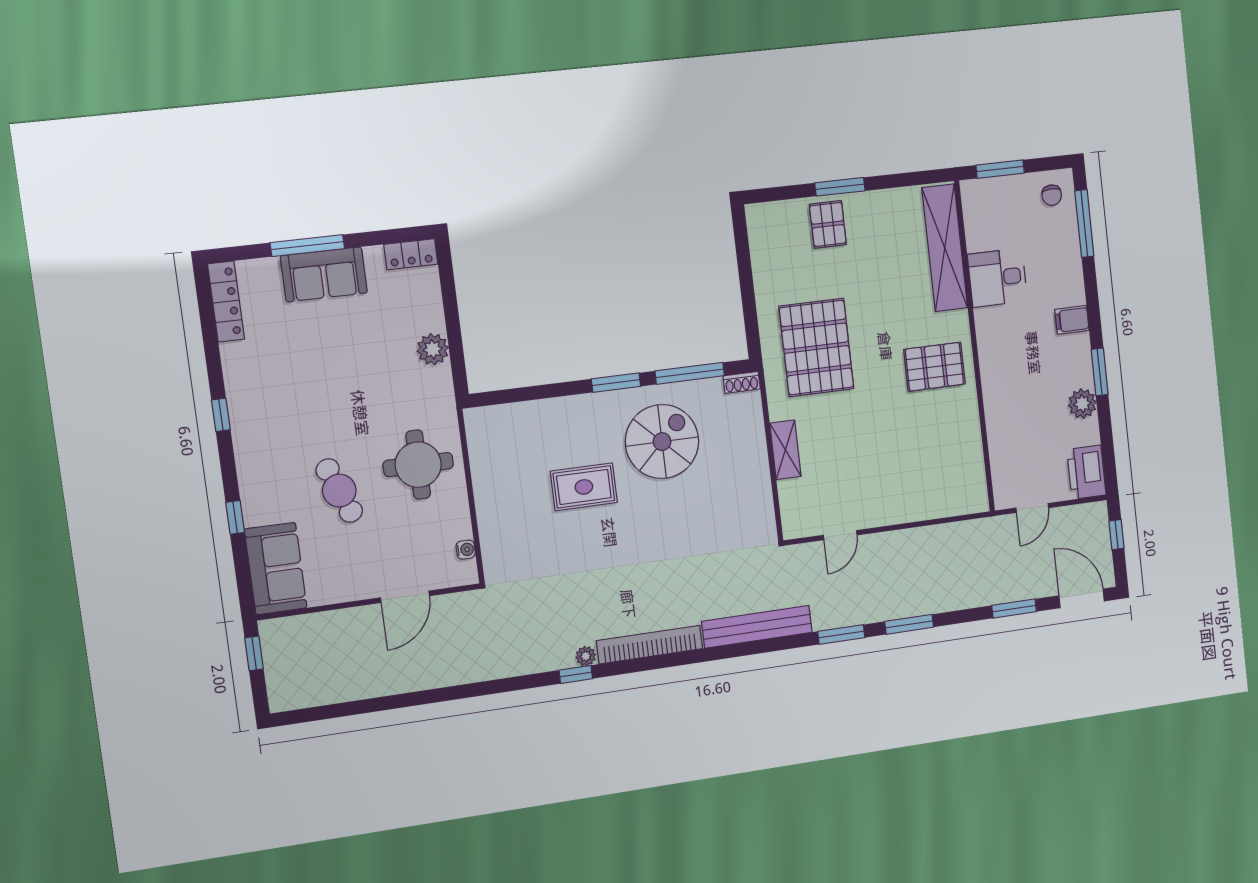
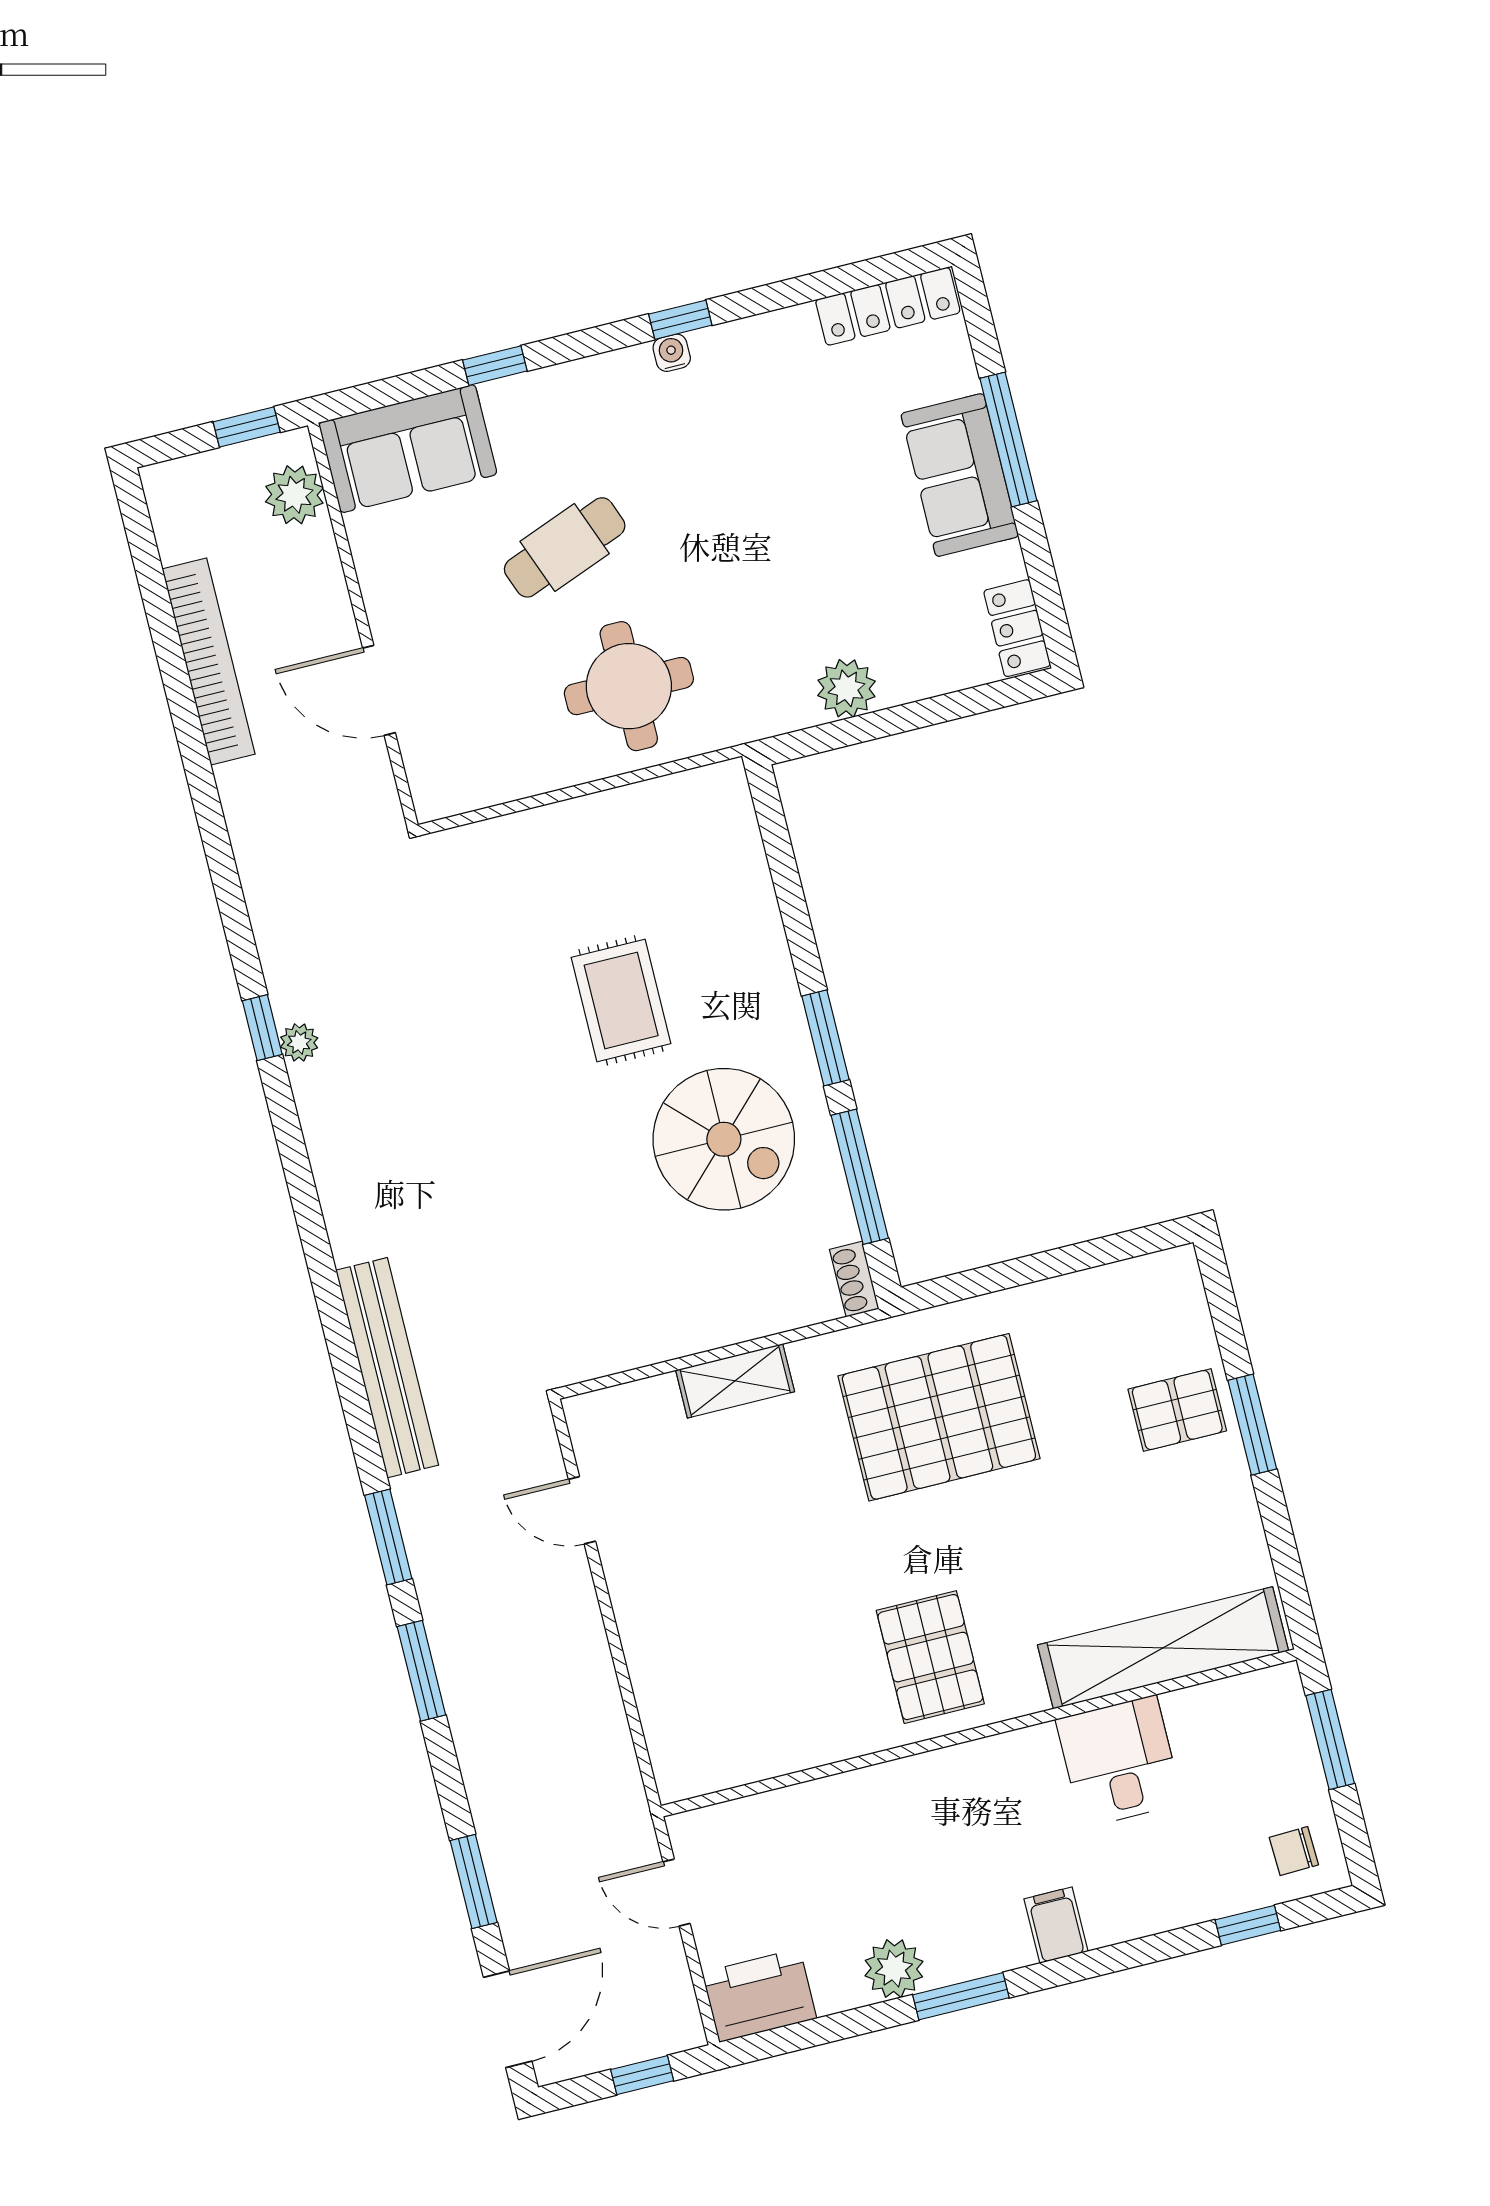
window: (1084, 223) -> (1248, 1925), width x0.46
water cooler: (466, 550) -> (672, 353), moved, turned 180
plant: (294, 631) -> (294, 495), added
bookcase: (650, 645) -> (209, 662), moved

